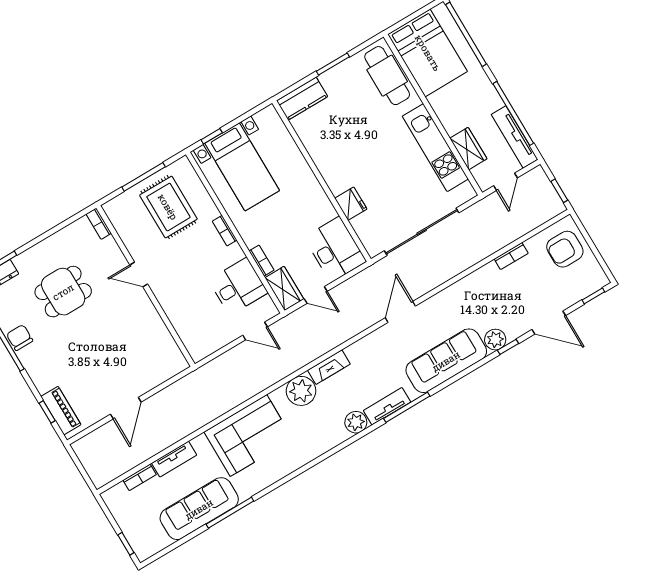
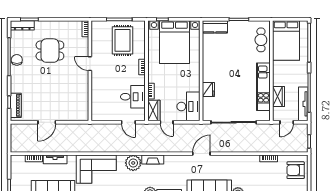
cafe table: (387, 76) -> (261, 40), width x0.73, depth x0.74
bed with nightstands: (242, 167) -> (175, 42), width x1.36

